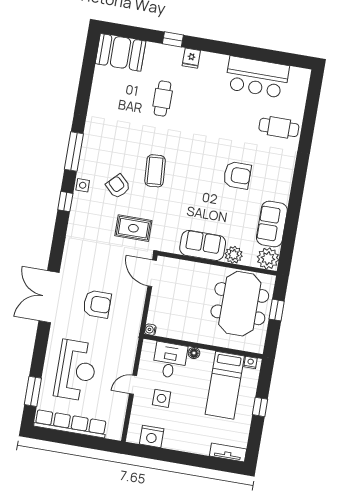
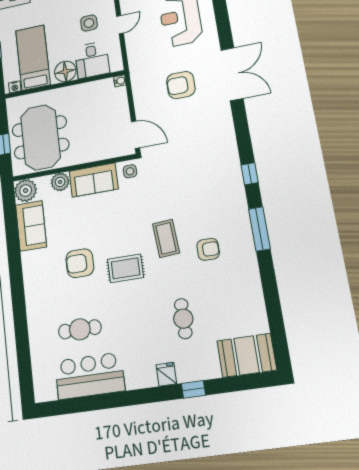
cafe table: (279, 127) -> (80, 329), moved
side table: (83, 185) -> (130, 171), moved
armchair: (118, 186) -> (208, 249), moved, turned -44
rug: (133, 228) -> (126, 268), moved
floor lamp: (194, 353) -> (65, 71), width x1.89, depth x1.89

